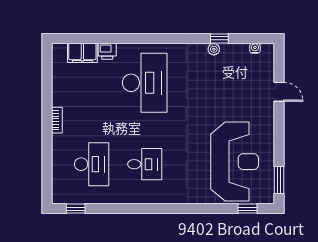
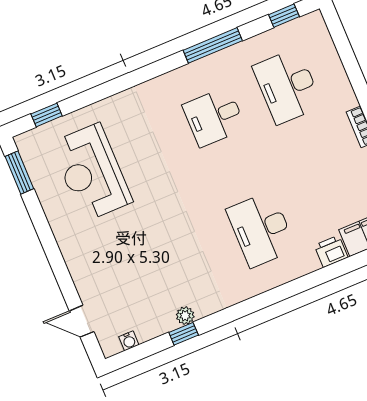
desk: (145, 83) -> (261, 229), width x0.73, depth x0.77
door: (279, 92) -> (82, 321), moved
reception desk: (235, 162) -> (91, 172), width x0.74, depth x0.77
window: (127, 209) -> (213, 45), added

